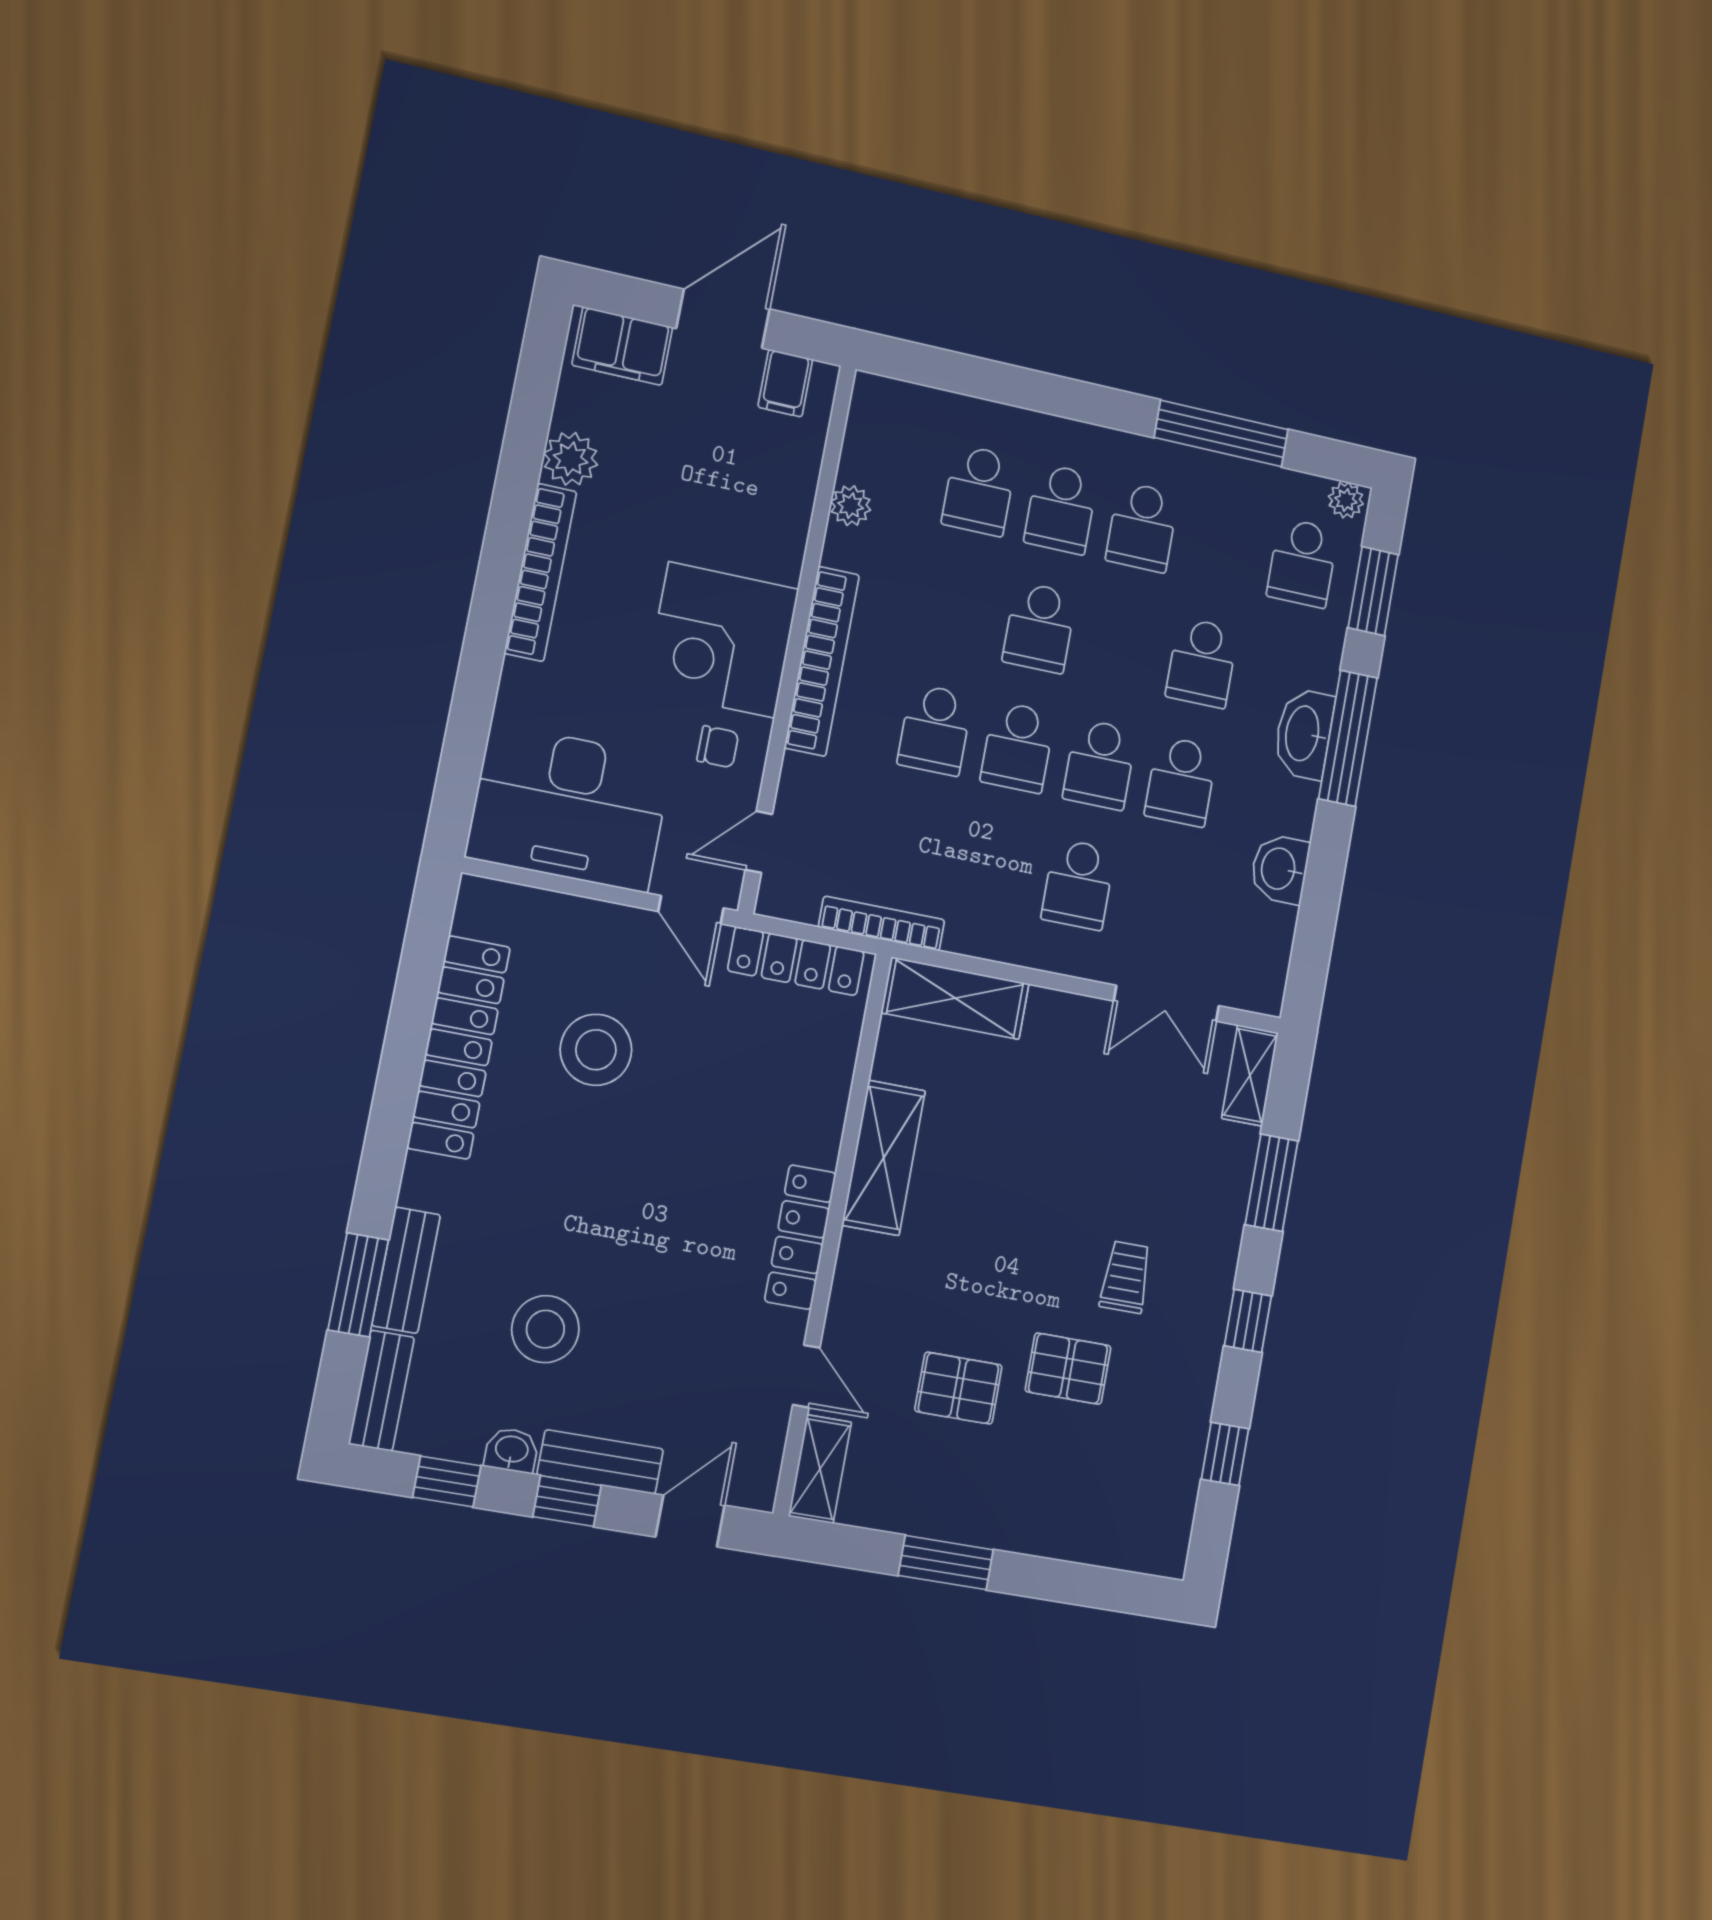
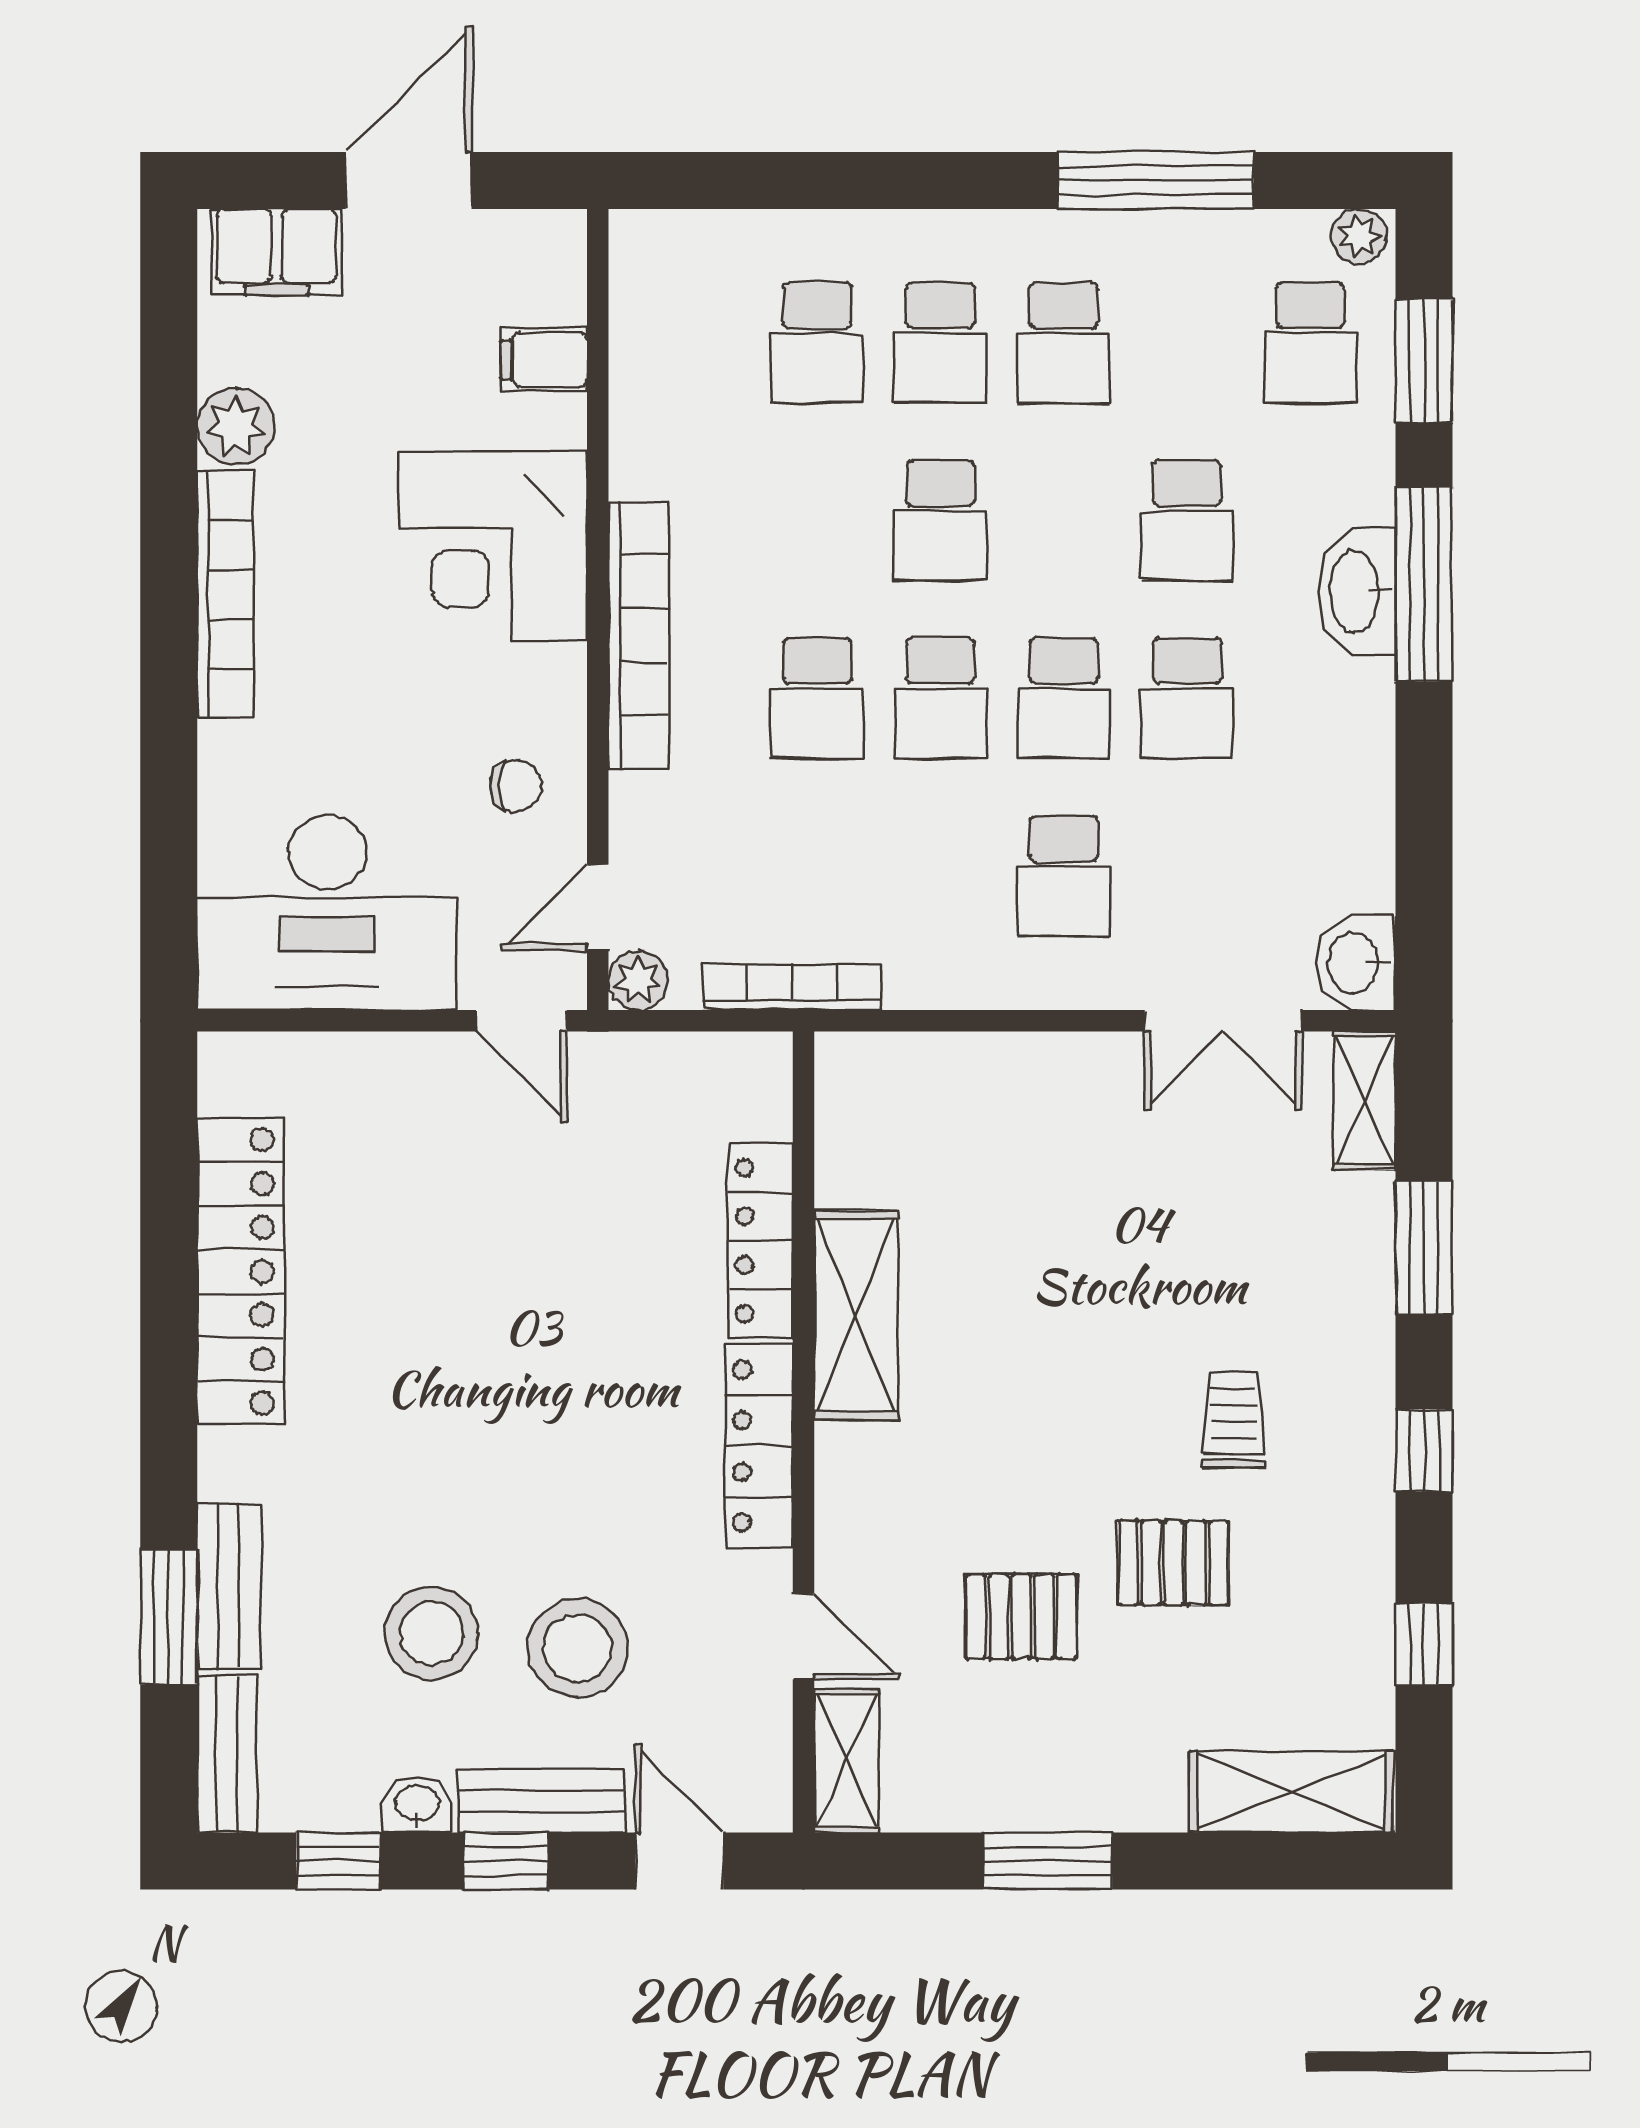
filing cabinet: (785, 383) -> (544, 360), moved, turned 90
plant: (851, 506) -> (638, 980), moved
corner desk: (722, 640) -> (493, 546), moved
washbasin: (1280, 869) -> (1356, 963), moved
locker: (796, 961) -> (761, 1241), moved, turned 90
shelving: (955, 998) -> (1291, 1792), moved
stool: (596, 1050) -> (578, 1648), moved
door: (690, 1521) -> (679, 1861), hinge flipped

